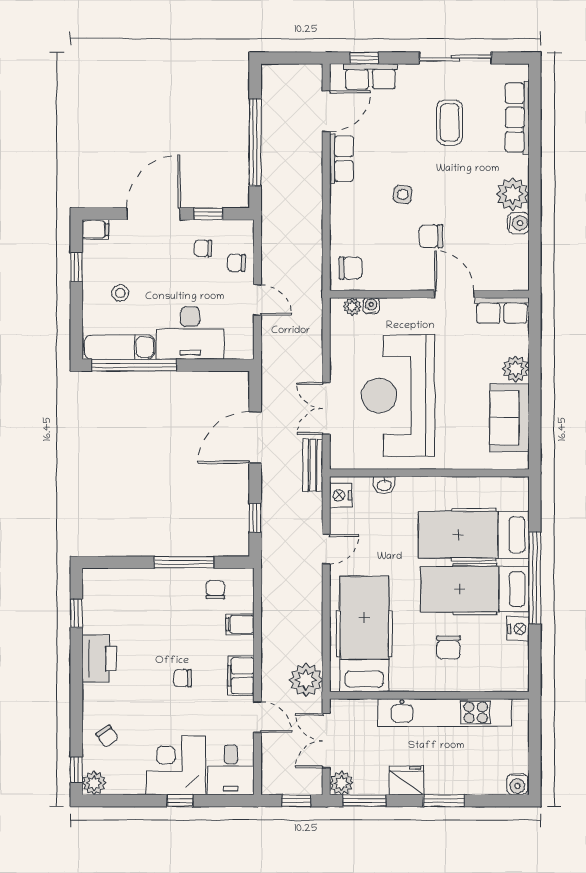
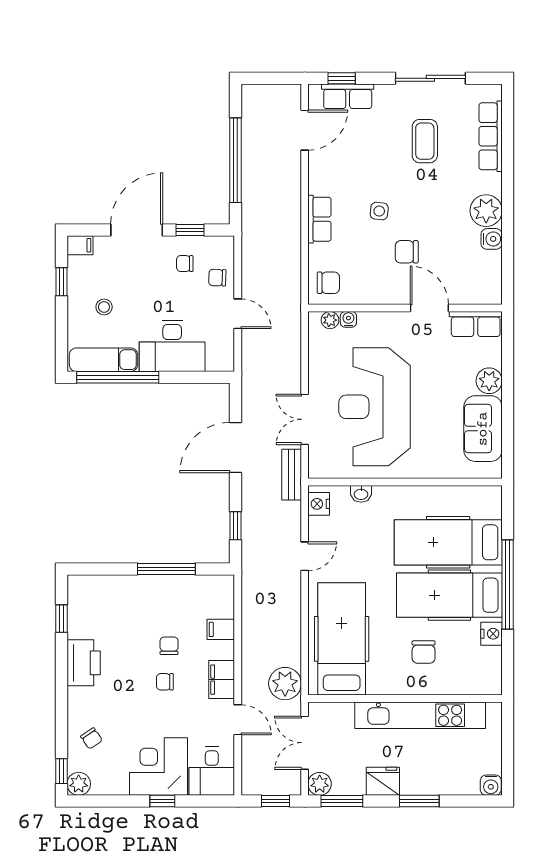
row of seats: (341, 159) -> (319, 219), moved
chair: (215, 590) -> (169, 646), moved

